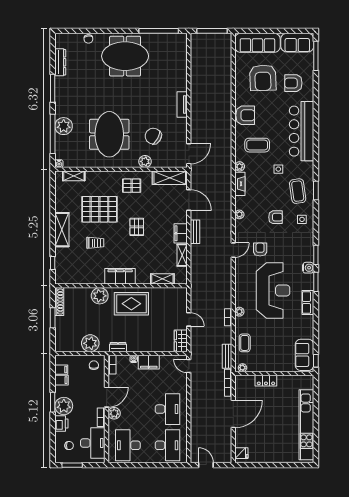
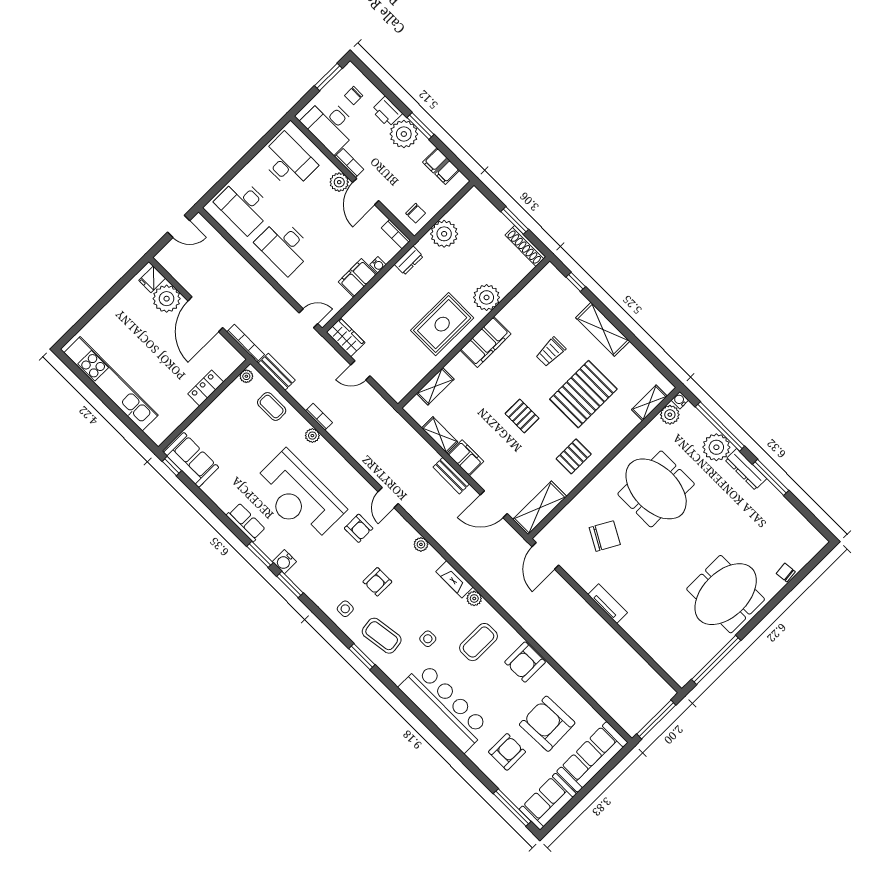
dresser: (60, 62) -> (746, 469), moved
plant: (145, 161) -> (670, 415), moved
plant: (244, 438) -> (167, 299), added

